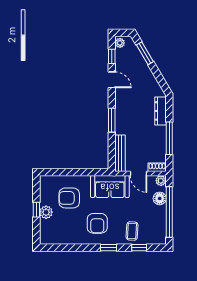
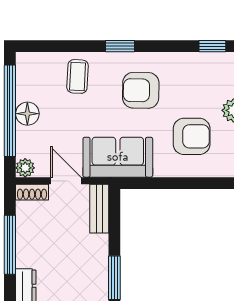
bench: (120, 153) -> (99, 209), width x0.73
floor lamp: (160, 198) -> (27, 114), moved
armchair: (97, 223) -> (141, 90), turned -89
window: (139, 248) -> (212, 46), moved

